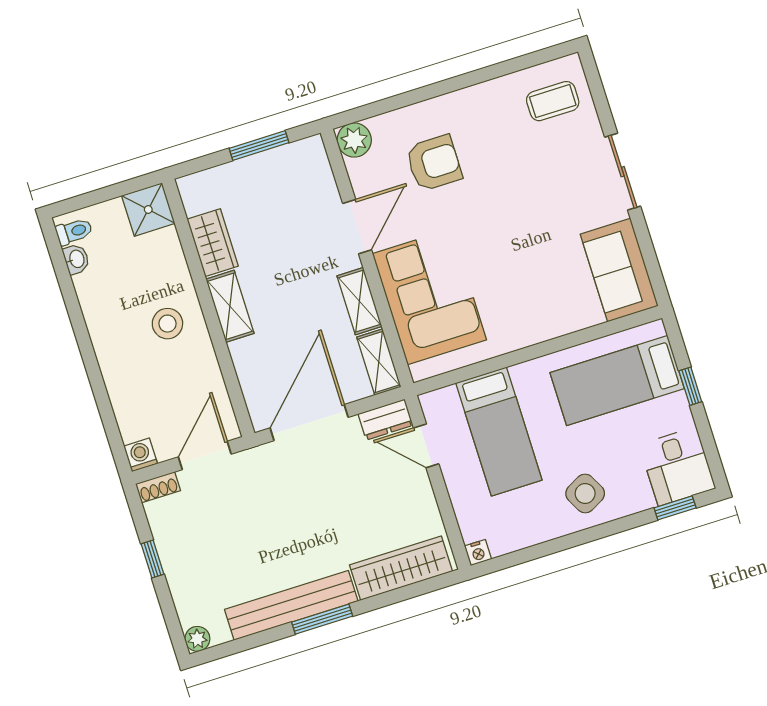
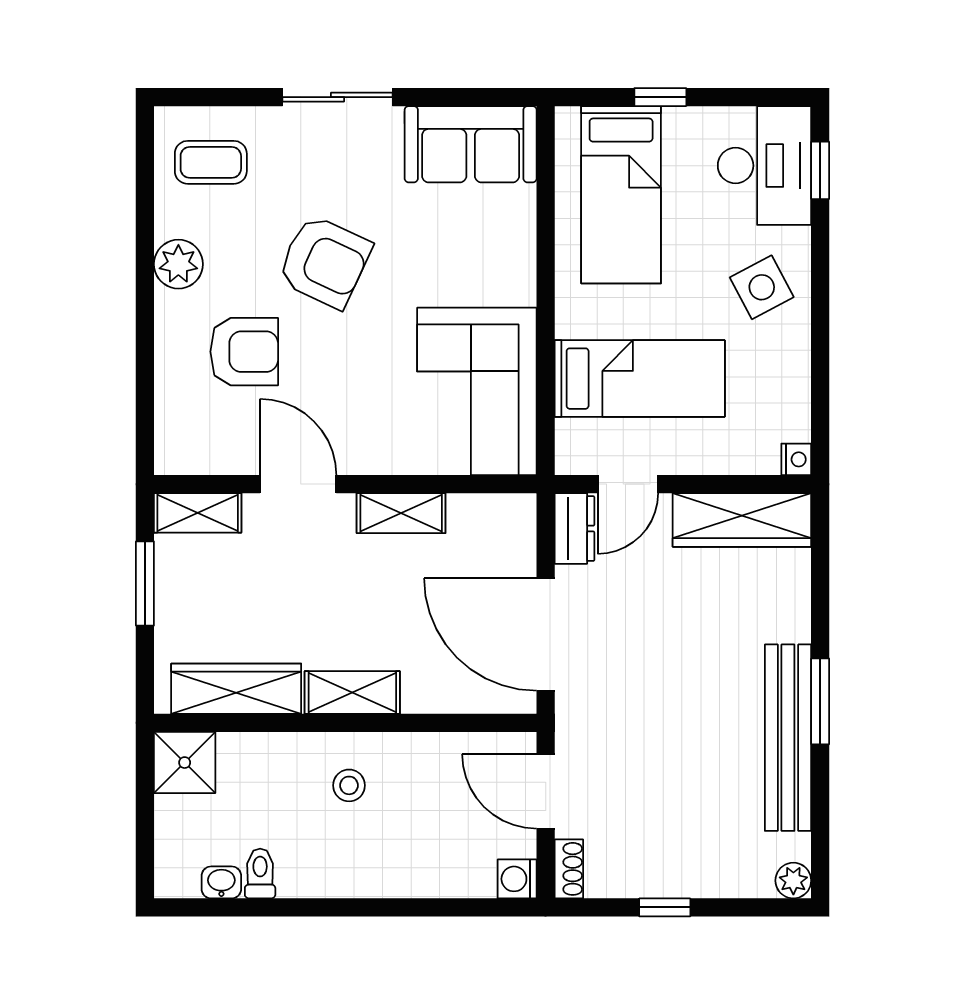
coffee table: (553, 101) -> (211, 162), turned 90
plant: (354, 140) -> (178, 264), moved
armchair: (434, 163) -> (244, 352), turned 90
armchair: (510, 197) -> (324, 262), added
toilet: (74, 231) -> (260, 874), moved
wardrobe: (213, 243) -> (236, 689), width x1.50
corner sofa: (429, 297) -> (477, 391), moved, turned -90
stool: (167, 324) -> (349, 785), width x0.73, depth x0.73
shelving: (379, 362) -> (198, 513), moved
desk: (677, 466) -> (764, 166), width x1.37
wardrobe: (401, 568) -> (742, 520), moved, turned -90

